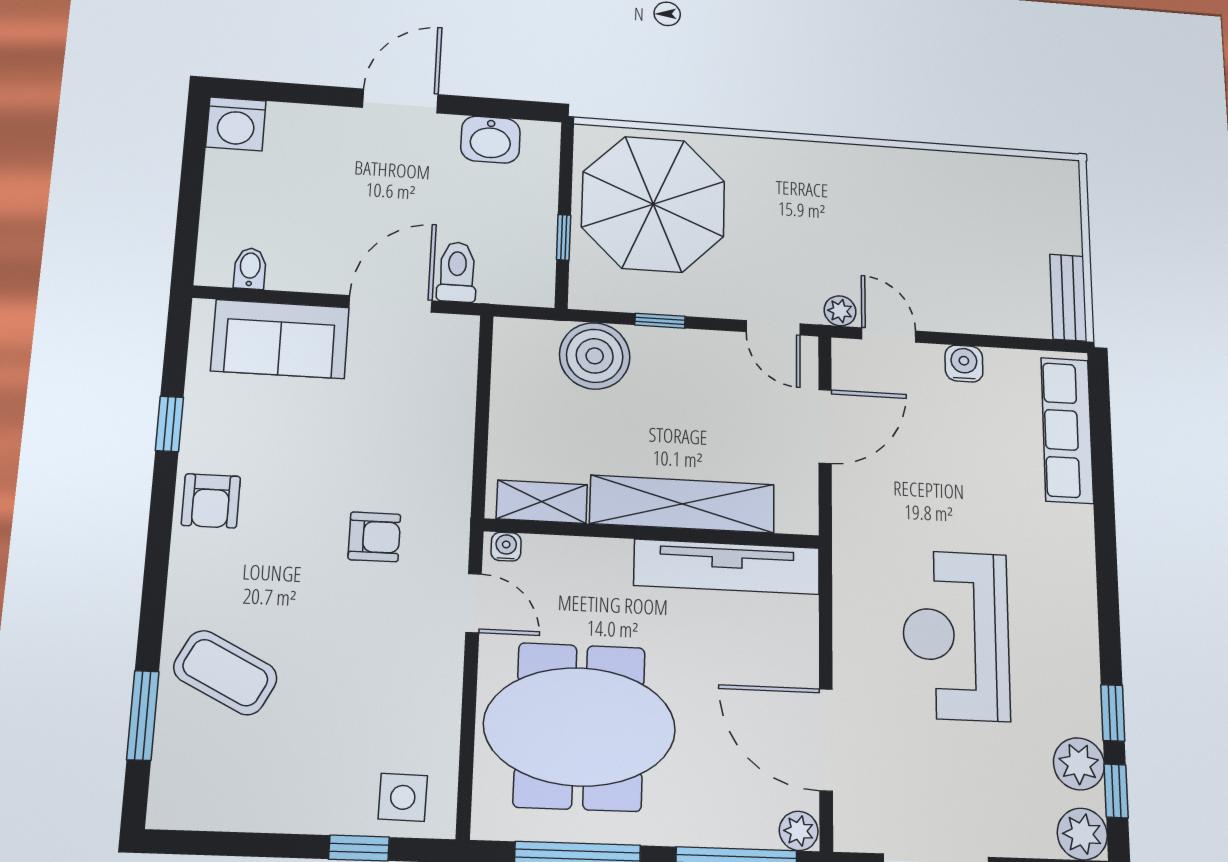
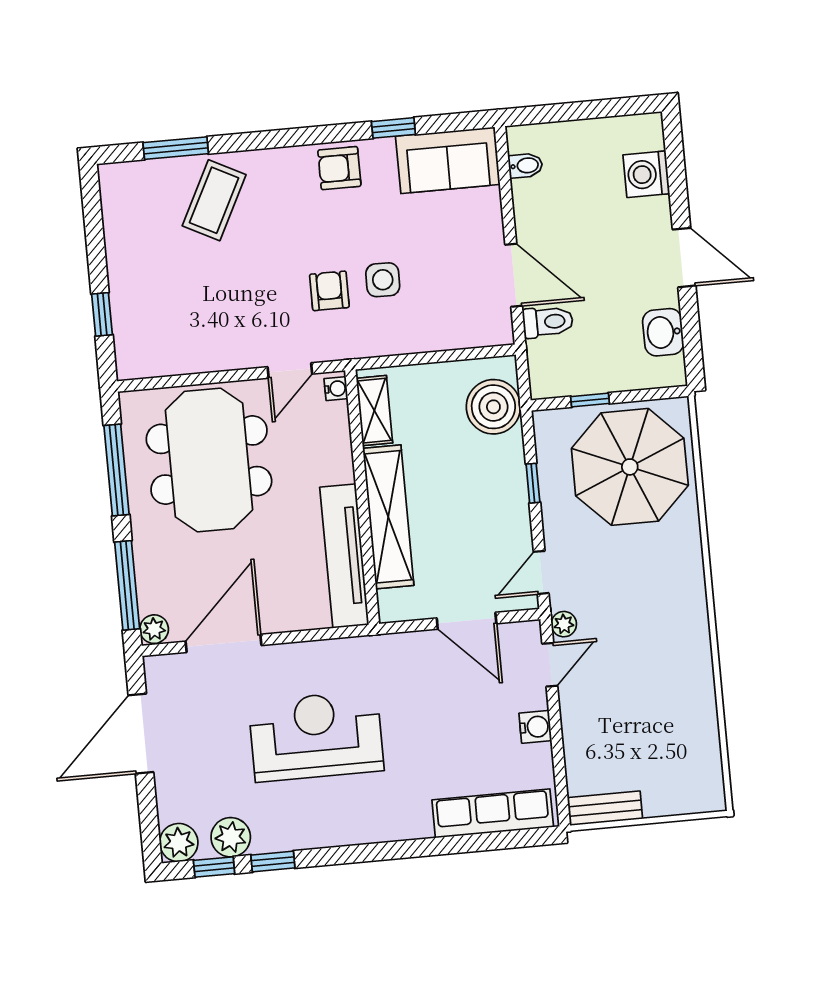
washing machine: (236, 124) -> (646, 174), moved
sofa: (280, 339) -> (448, 160), moved, turned -90
boiler: (595, 356) -> (493, 407), moved
armchair: (374, 537) -> (329, 291), turned 180
side table: (403, 797) -> (383, 280), moved

